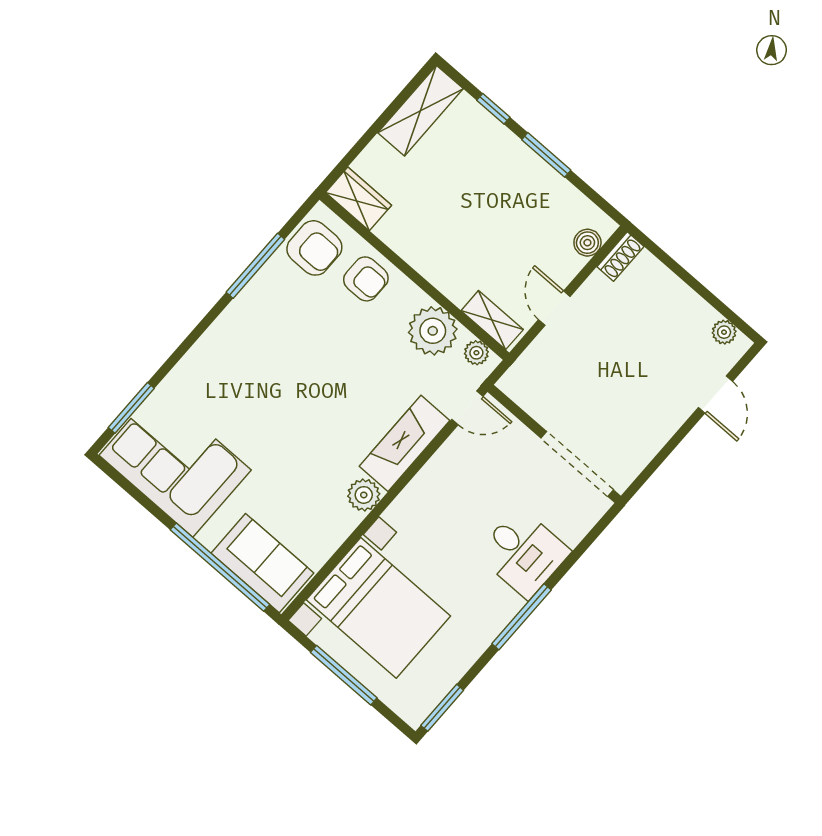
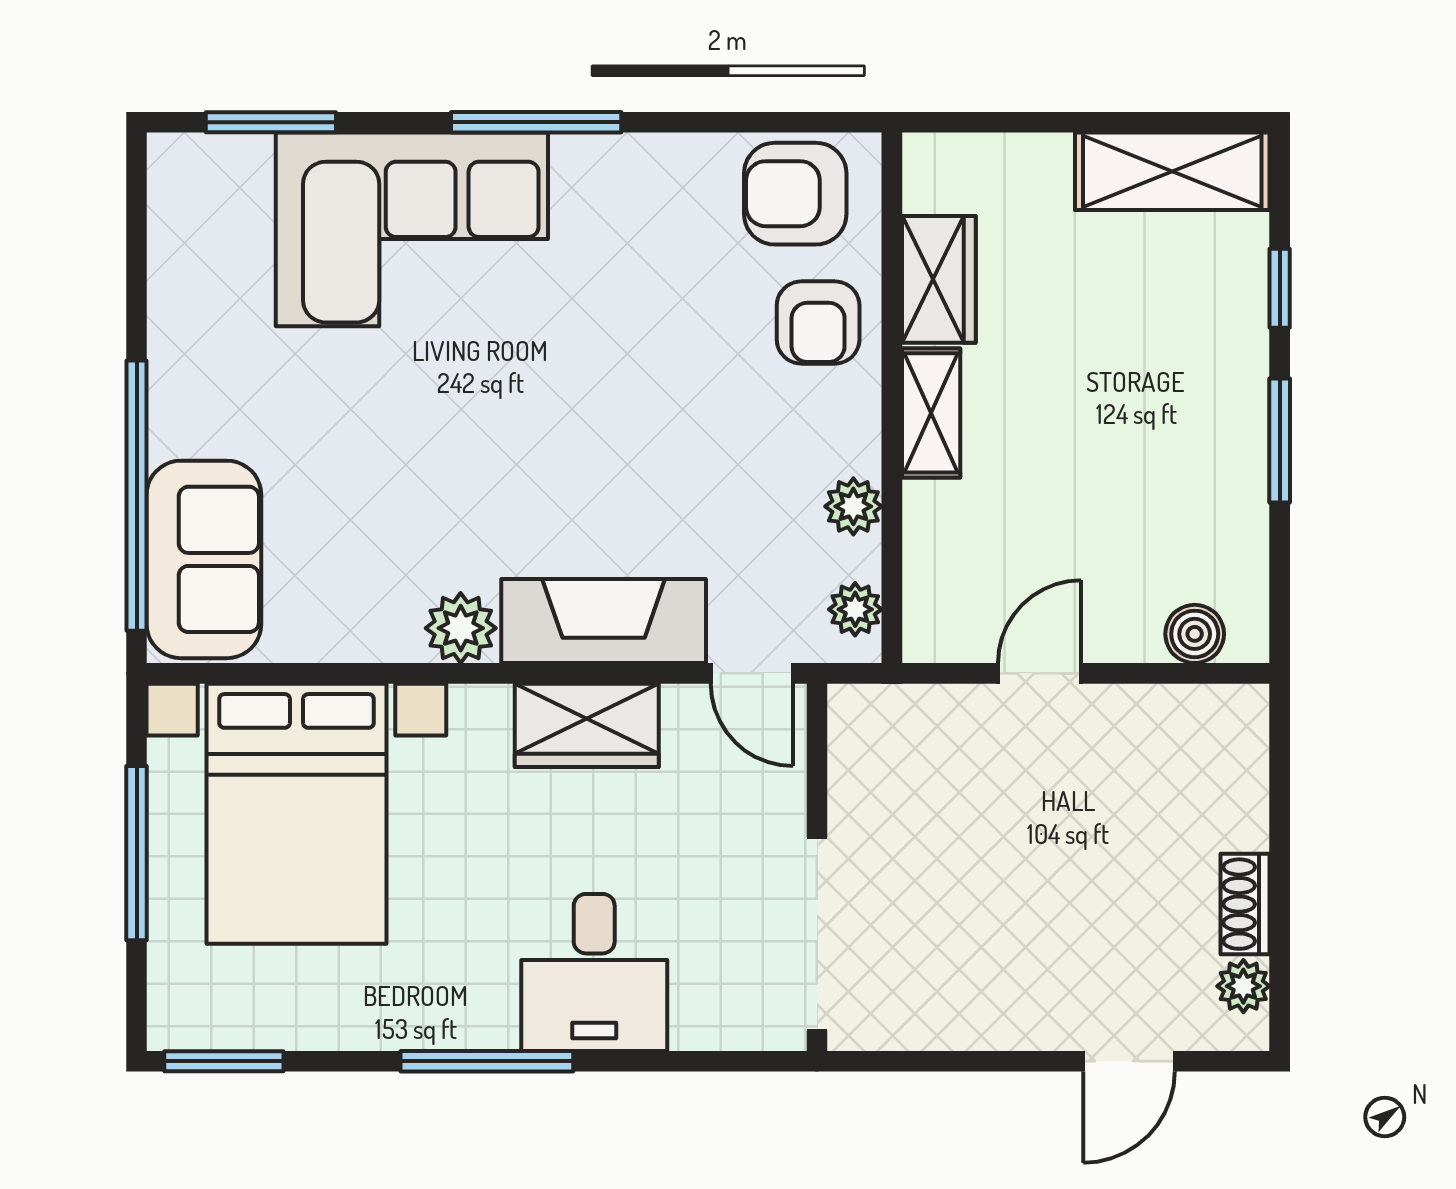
wardrobe: (359, 199) -> (939, 279), moved
armchair: (314, 248) -> (795, 194), turned 90
shoe rack: (620, 257) -> (1245, 904), moved, turned 90
window: (255, 266) -> (536, 122), moved
shelving: (492, 320) -> (931, 413), moved
plant: (433, 331) -> (853, 506), width x0.53, depth x0.53
corner sofa: (175, 463) -> (412, 229), moved, turned 90
wardrobe: (435, 481) -> (587, 725), added

